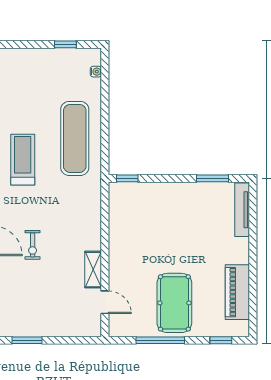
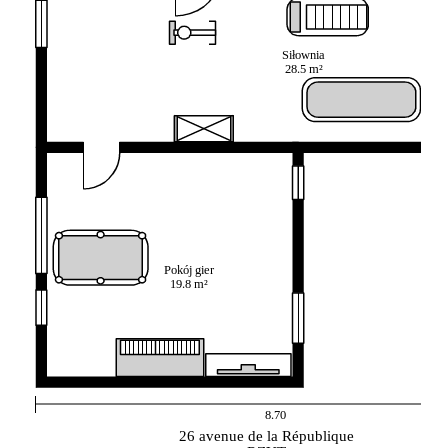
shelving: (93, 270) -> (204, 129), moved
piano: (237, 292) -> (160, 358), moved
window: (221, 340) -> (41, 308), moved

